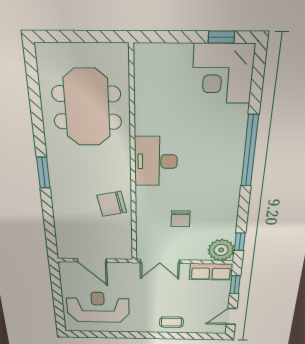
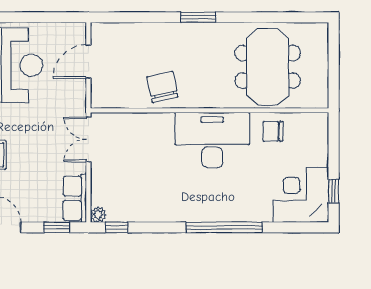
meeting table: (87, 108) -> (268, 67), turned 90
desk: (156, 161) -> (212, 140), width x1.36, depth x1.30
chair: (181, 219) -> (273, 131), moved
plant: (221, 250) -> (98, 215), width x0.53, depth x0.53

